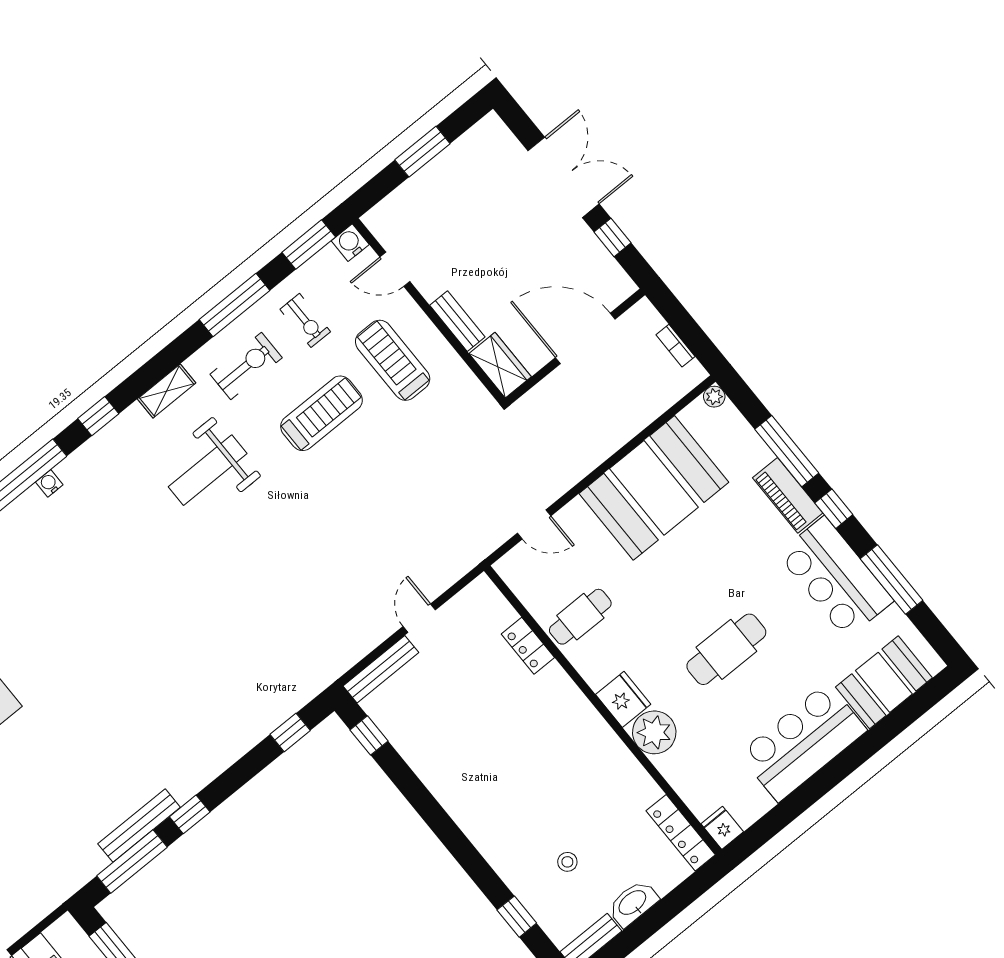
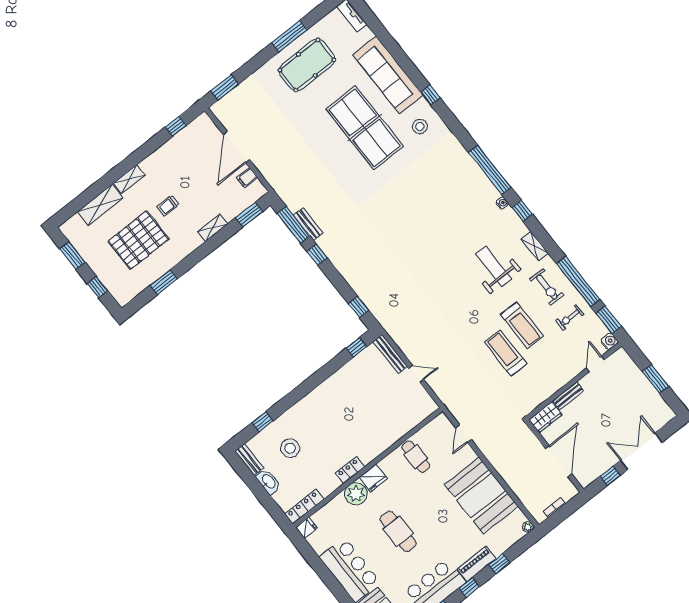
double door: (563, 177) -> (641, 451), swing flipped
window: (234, 305) -> (578, 281), width x1.46
treadmill: (393, 360) -> (506, 353), moved, turned -90
window: (787, 451) -> (499, 564), width x0.46
water cooler: (49, 483) -> (502, 203), moved
locker: (528, 646) -> (350, 470), moved
bench: (139, 826) -> (308, 224), width x0.73
stool: (567, 862) -> (290, 448), width x1.89, depth x1.89

